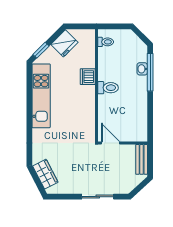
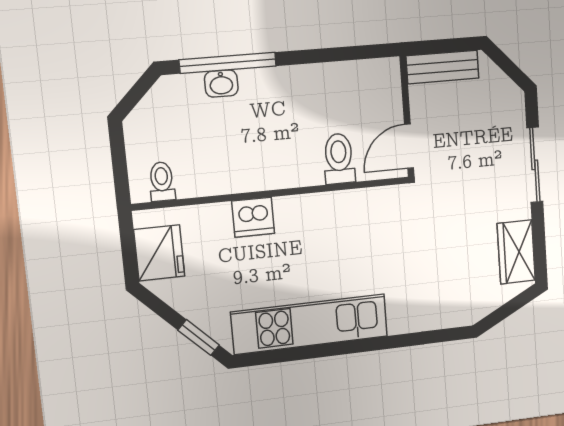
fridge: (64, 43) -> (159, 253), moved, turned 45
toilet: (108, 88) -> (339, 159), moved
wardrobe: (45, 174) -> (516, 252), moved, turned -62

